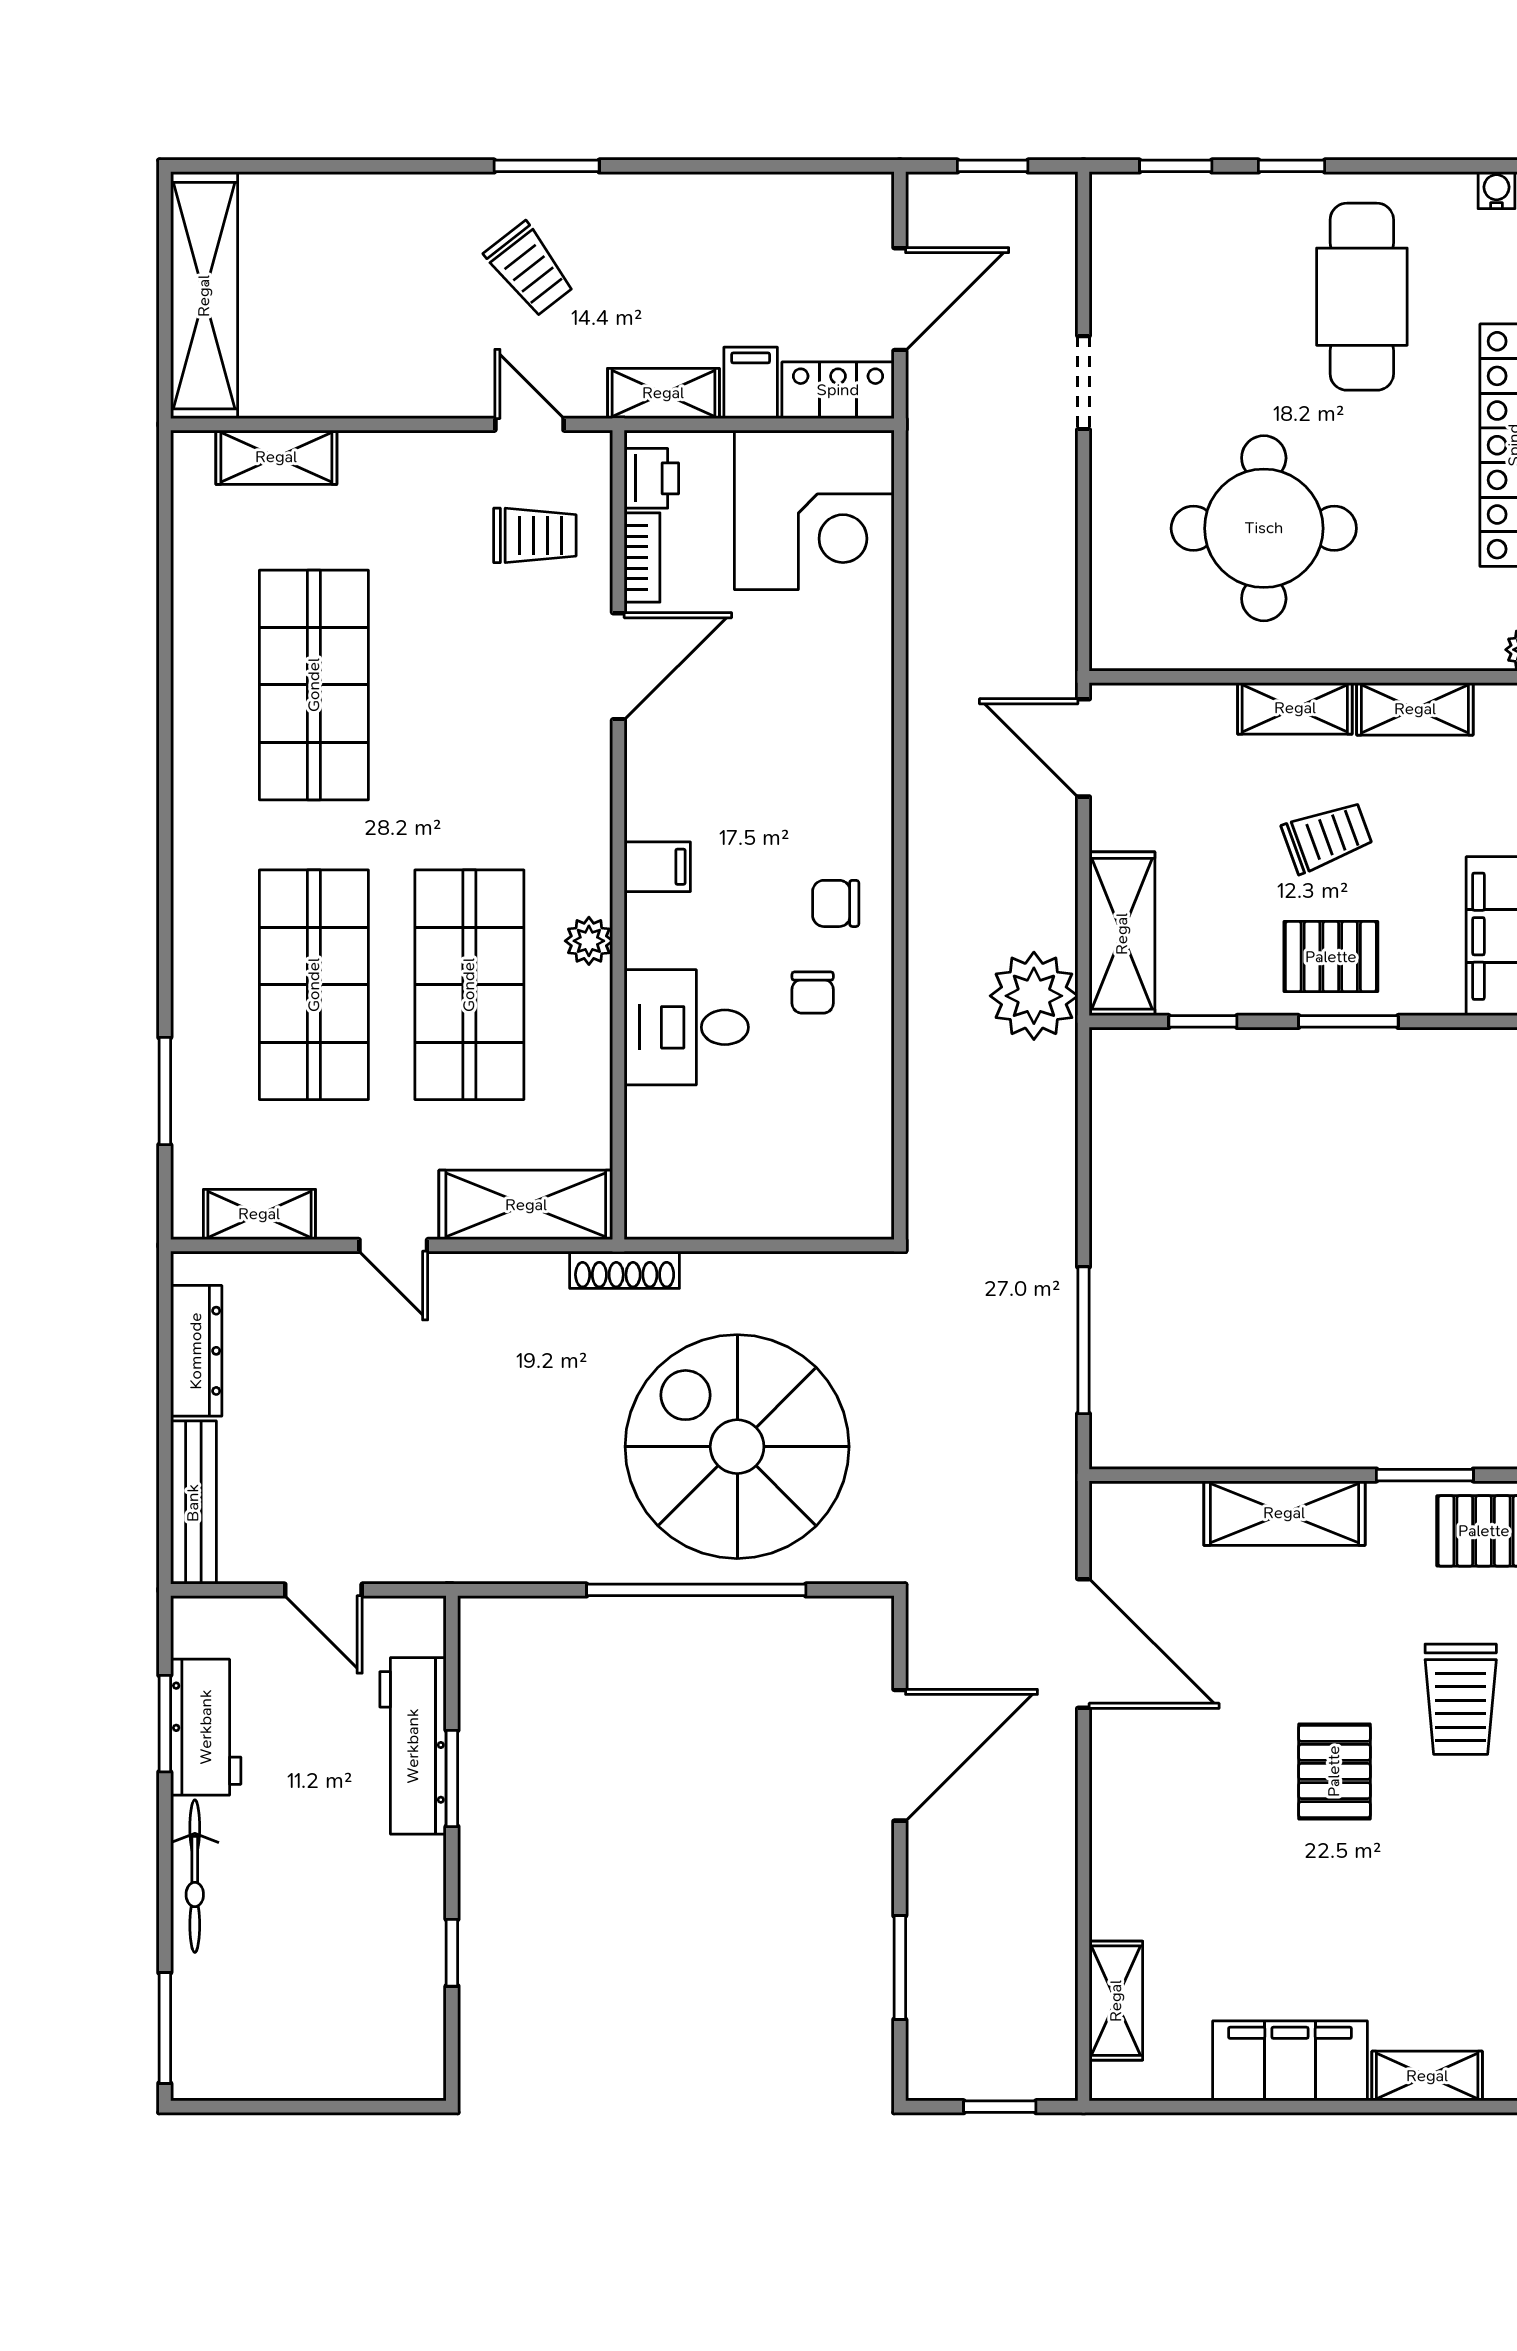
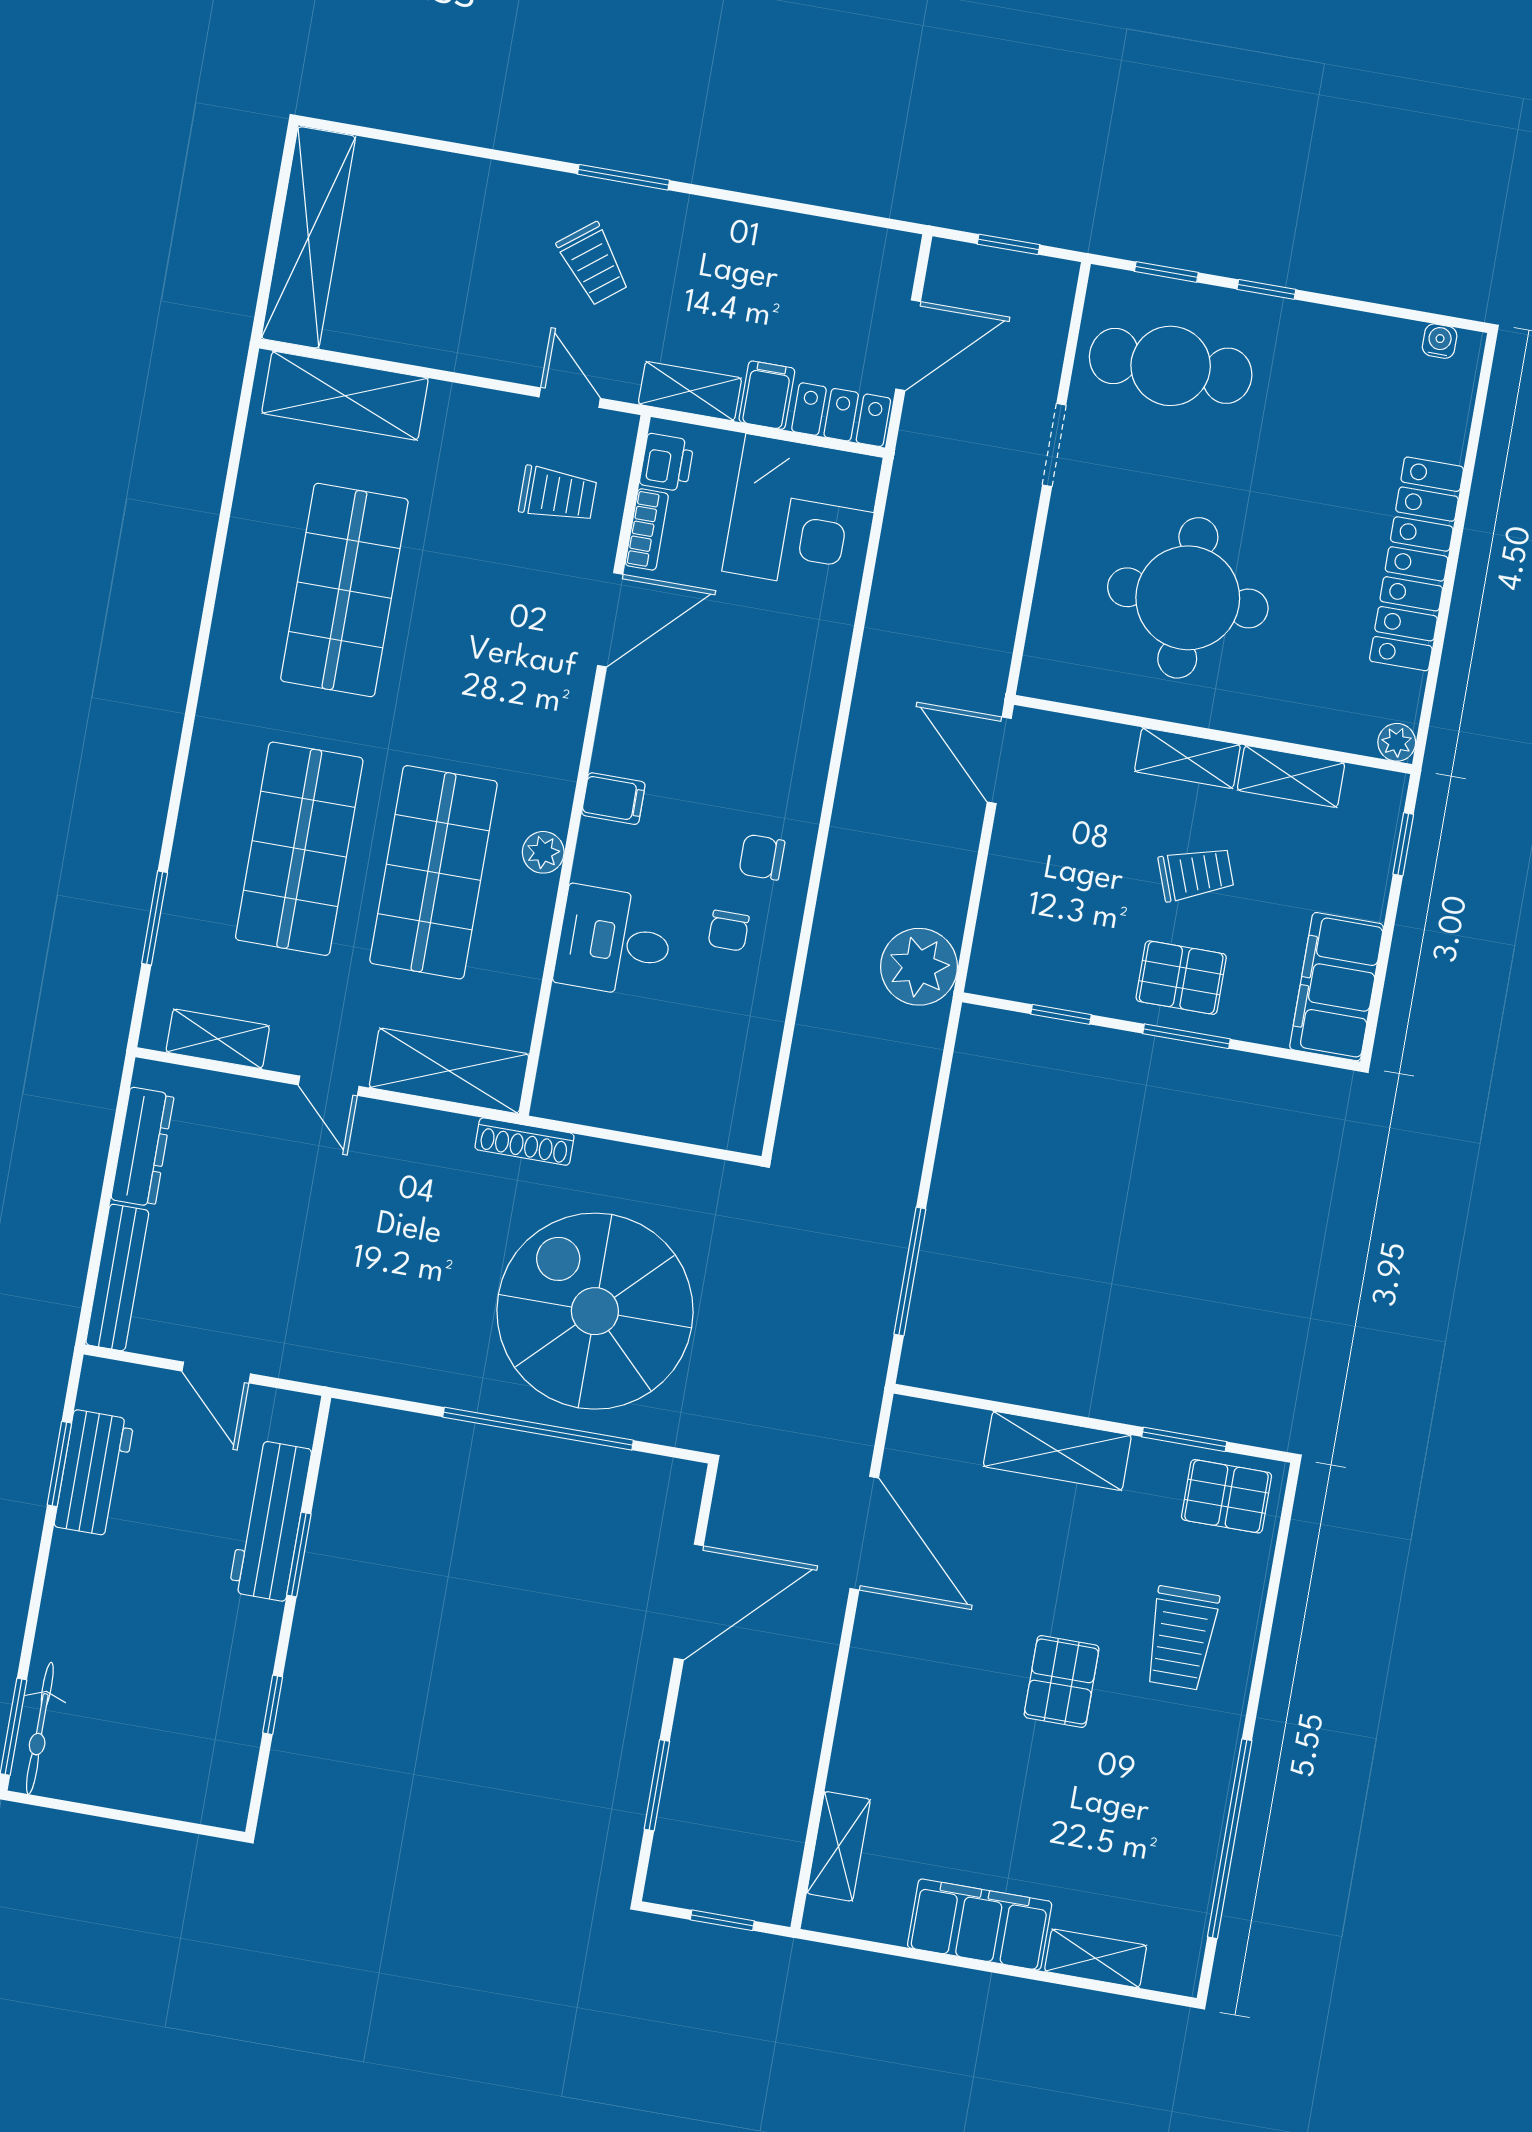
cafe table: (1362, 297) -> (1171, 366), moved, turned 90
shelving: (276, 457) -> (345, 396), width x1.50, depth x1.33
shelving: (1122, 934) -> (1004, 927), removed
bicycle: (195, 1876) -> (40, 1728), moved

